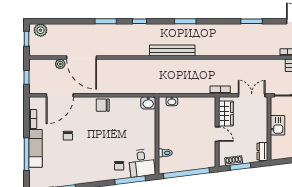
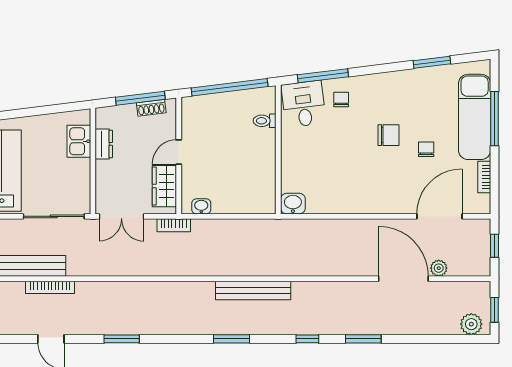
washbasin: (172, 101) -> (201, 206), moved
chair: (103, 105) -> (389, 135), moved
kitchen sink: (277, 125) -> (79, 141), moved
door: (217, 134) -> (179, 152), hinge flipped
exam couch: (36, 148) -> (475, 117), width x1.36, depth x1.45
dresser: (262, 151) -> (104, 144), moved
window: (240, 166) -> (140, 98), width x1.44

